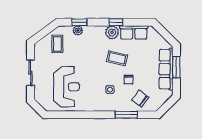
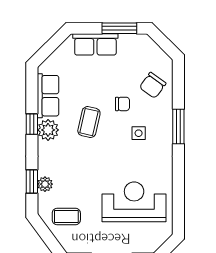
window: (176, 67) -> (119, 28), moved
row of seats: (166, 69) -> (95, 44), width x0.68
window: (126, 115) -> (178, 126), moved

